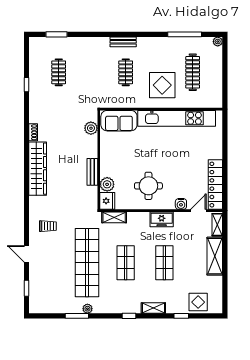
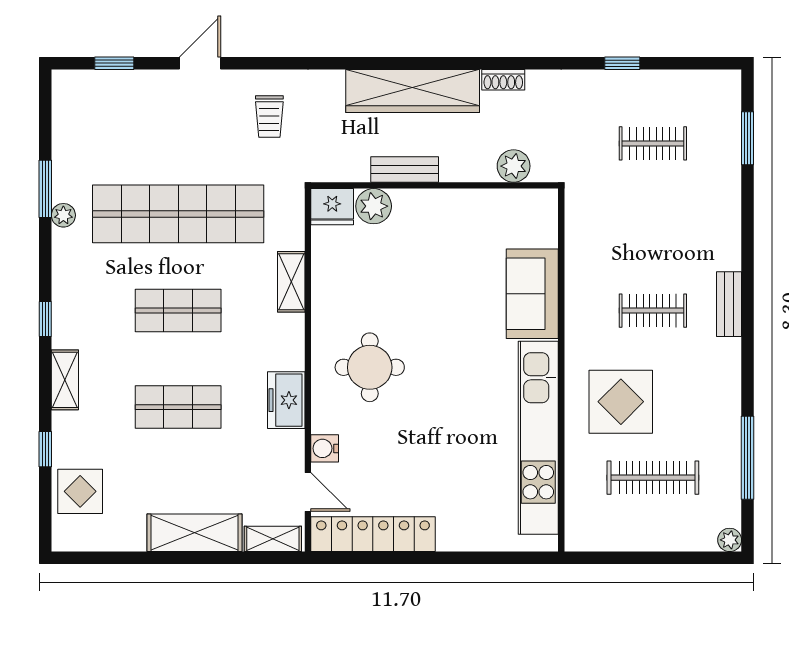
plant: (91, 128) -> (514, 166), moved
wall: (99, 160) -> (435, 185), moved
bench: (92, 172) -> (405, 169), moved
plant: (107, 184) -> (374, 206), moved
fridge: (107, 201) -> (332, 207), moved

